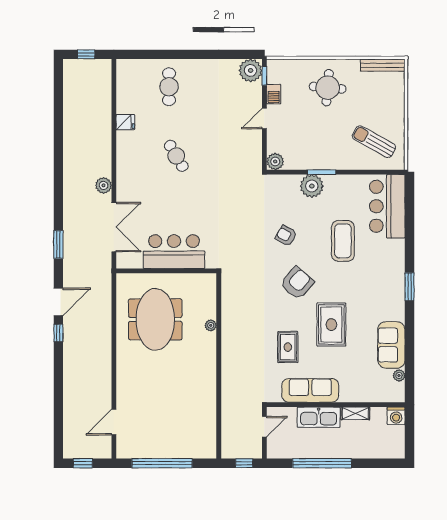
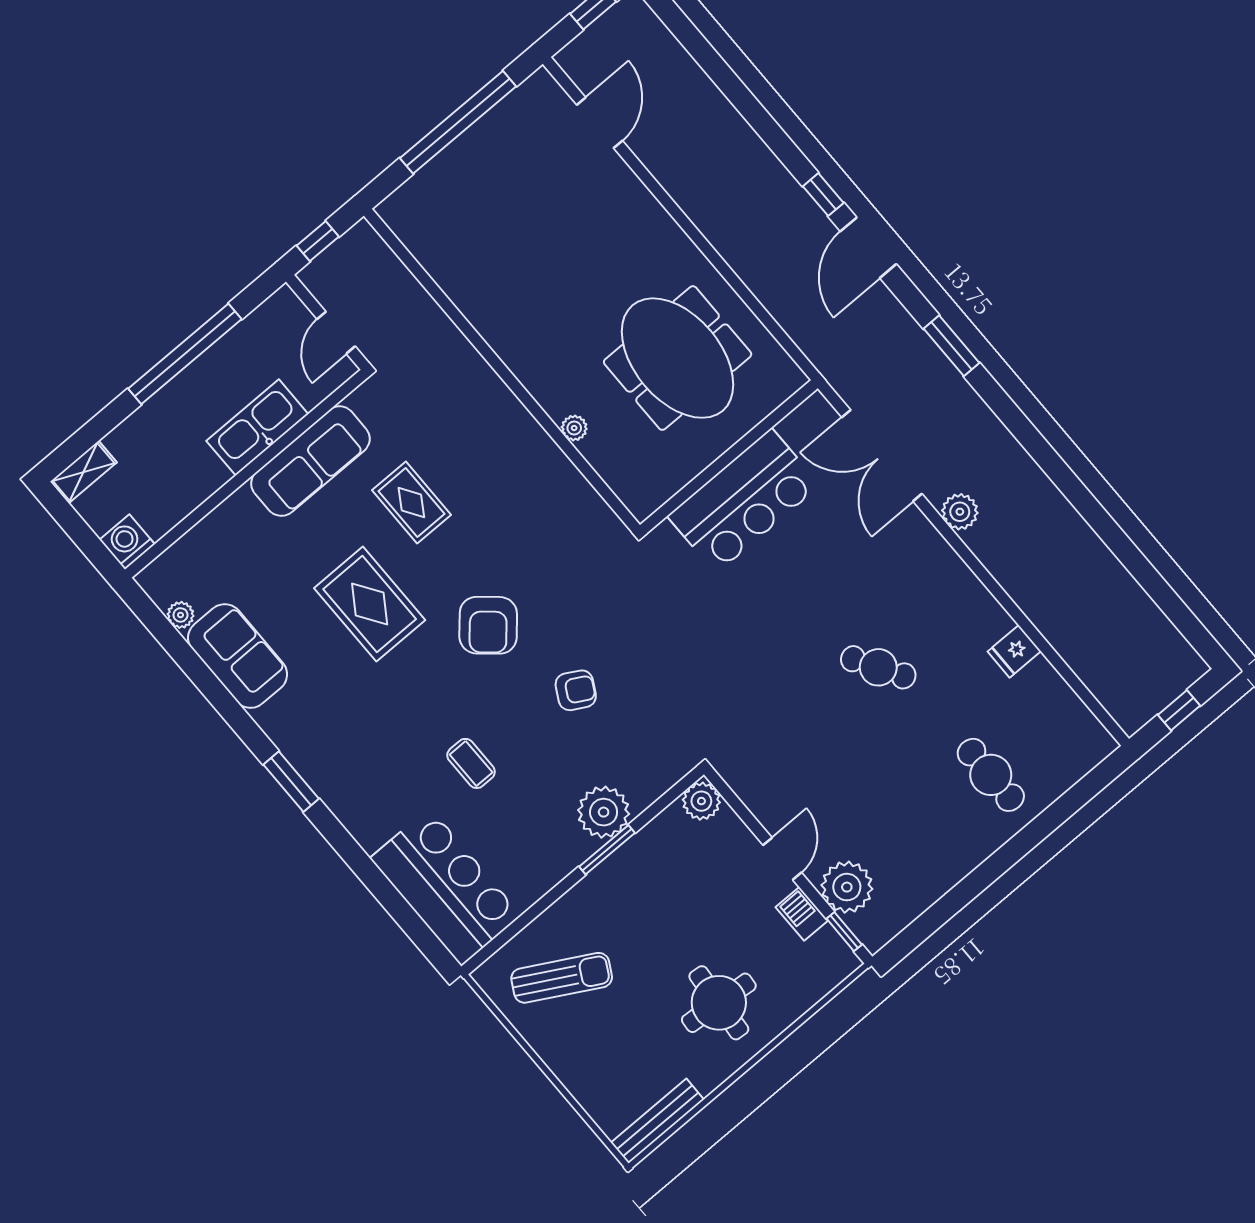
plant: (251, 70) -> (847, 887), moved
coffee table: (343, 241) -> (471, 763), width x0.54, depth x0.58
shelving: (355, 413) -> (84, 472), moved

